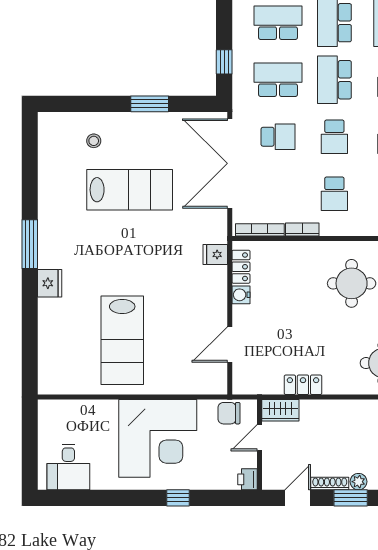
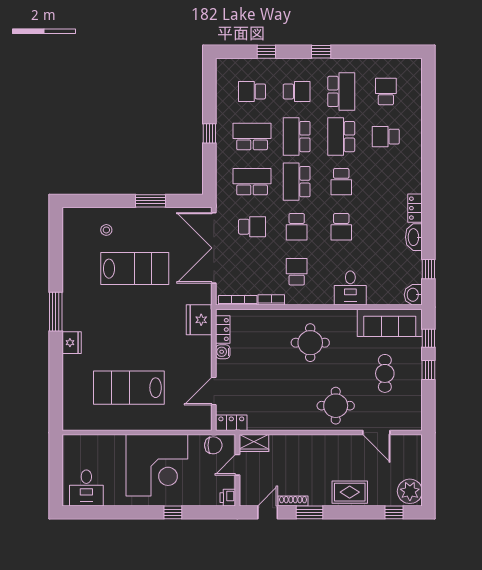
window: (224, 62) -> (209, 133), moved
school desk: (334, 194) -> (297, 272), turned 180
fridge: (215, 254) -> (199, 320), width x1.88, depth x1.34
lab bench: (122, 340) -> (129, 388), turned 90
locker: (303, 385) -> (231, 423), moved
chair: (229, 413) -> (213, 445), turned 180
plant: (358, 482) -> (316, 499), removed

